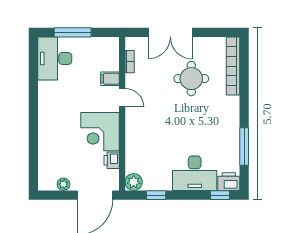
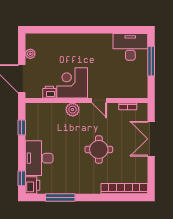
filing cabinet: (110, 79) -> (114, 91), removed
round table: (191, 79) -> (99, 149), moved
door: (122, 98) -> (99, 100), hinge flipped
plant: (134, 182) -> (73, 110), moved

